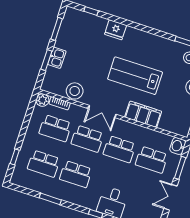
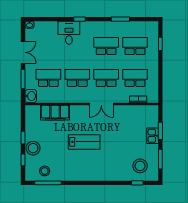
fridge: (116, 30) -> (112, 174), removed
lab bench: (135, 76) -> (84, 142), width x0.73, depth x0.72
stool: (75, 91) -> (140, 166), moved
plant: (42, 100) -> (153, 97), removed
double door: (102, 111) -> (101, 104), swing flipped
filing cabinet: (143, 114) -> (55, 113), moved

